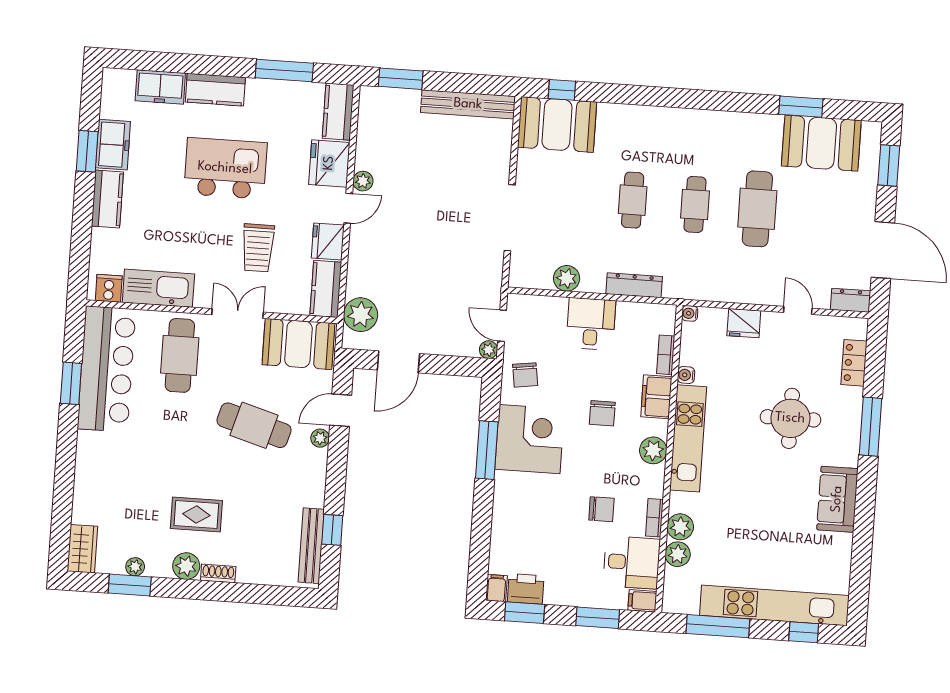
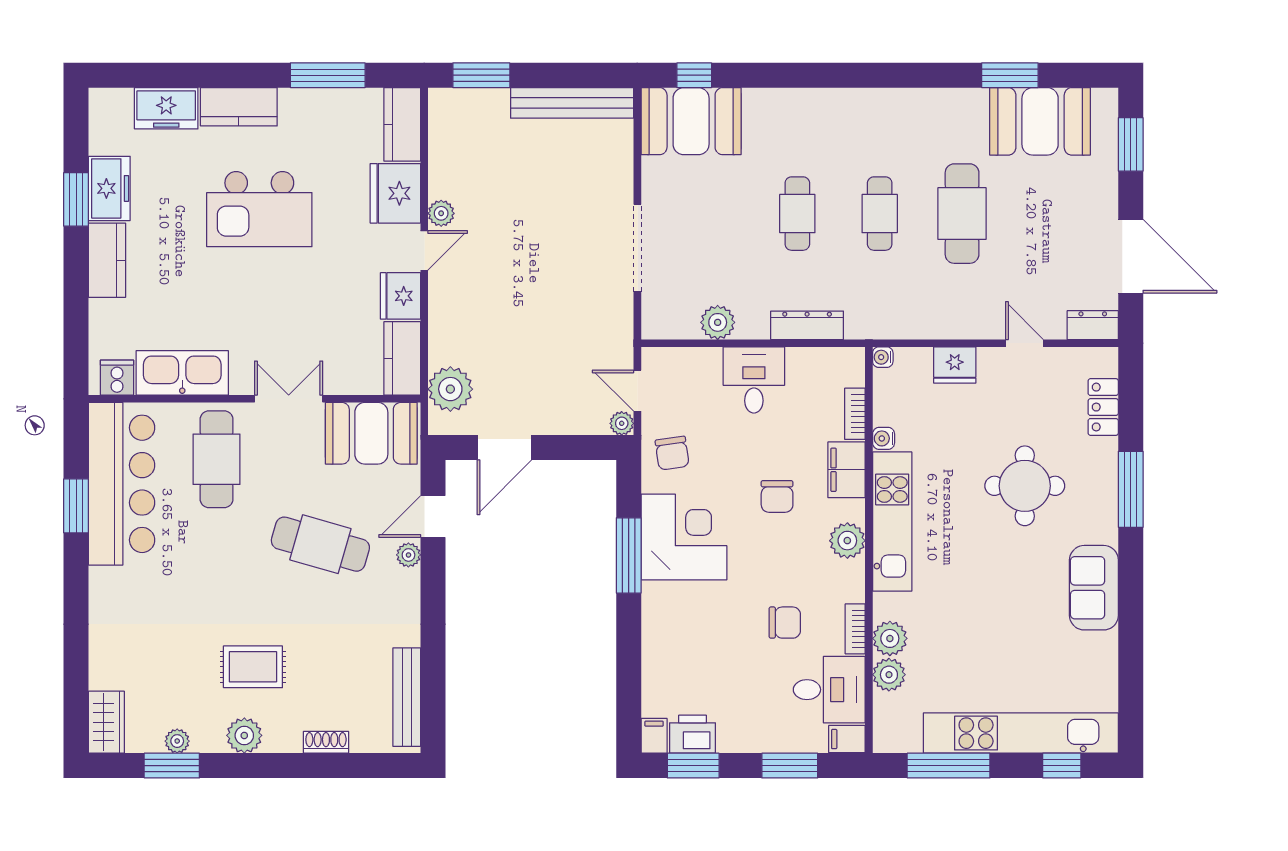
kitchen island: (225, 168) -> (259, 209), turned 180
trolley: (258, 248) -> (309, 311), removed
window: (332, 530) -> (433, 675), removed
shoe rack: (218, 573) -> (326, 742), moved

